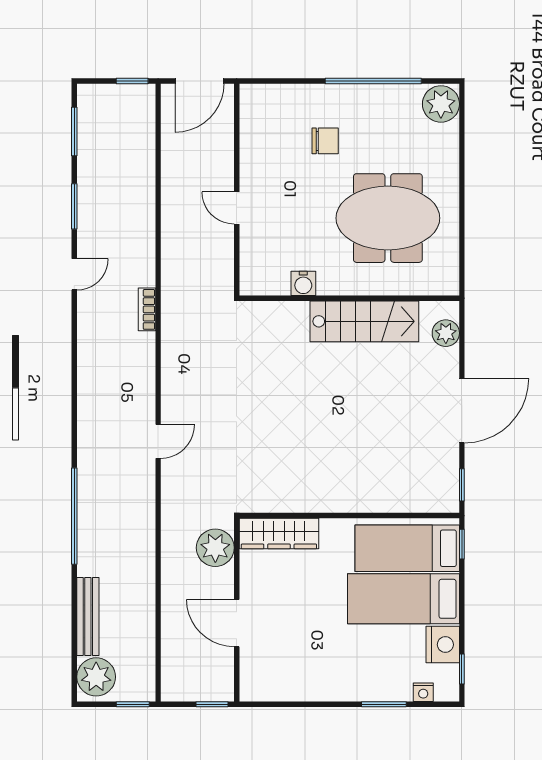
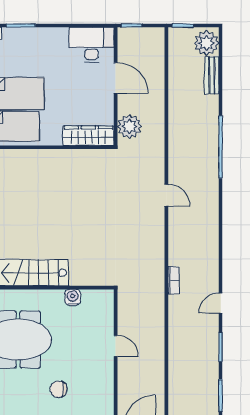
door: (158, 441) -> (166, 195), swing flipped
bench: (88, 616) -> (212, 75), width x0.73
desk: (274, 674) -> (92, 45), added

